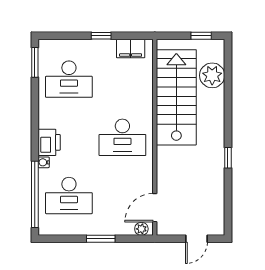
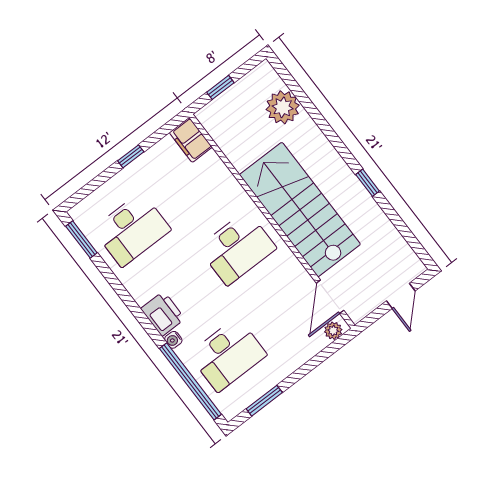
window: (201, 36) -> (220, 87), moved
filing cabinet: (131, 48) -> (191, 140), moved, turned 90
stairs: (176, 97) -> (300, 210), moved
window: (101, 239) -> (264, 401), moved

